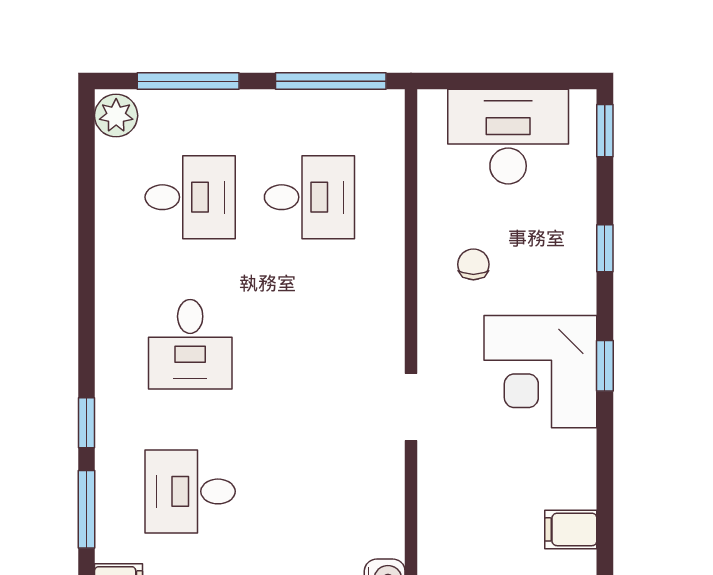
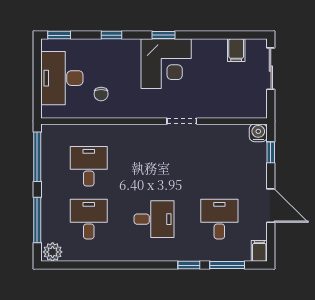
chair: (473, 264) -> (101, 94), moved, turned -90
desk: (190, 491) -> (219, 219), turned 180

